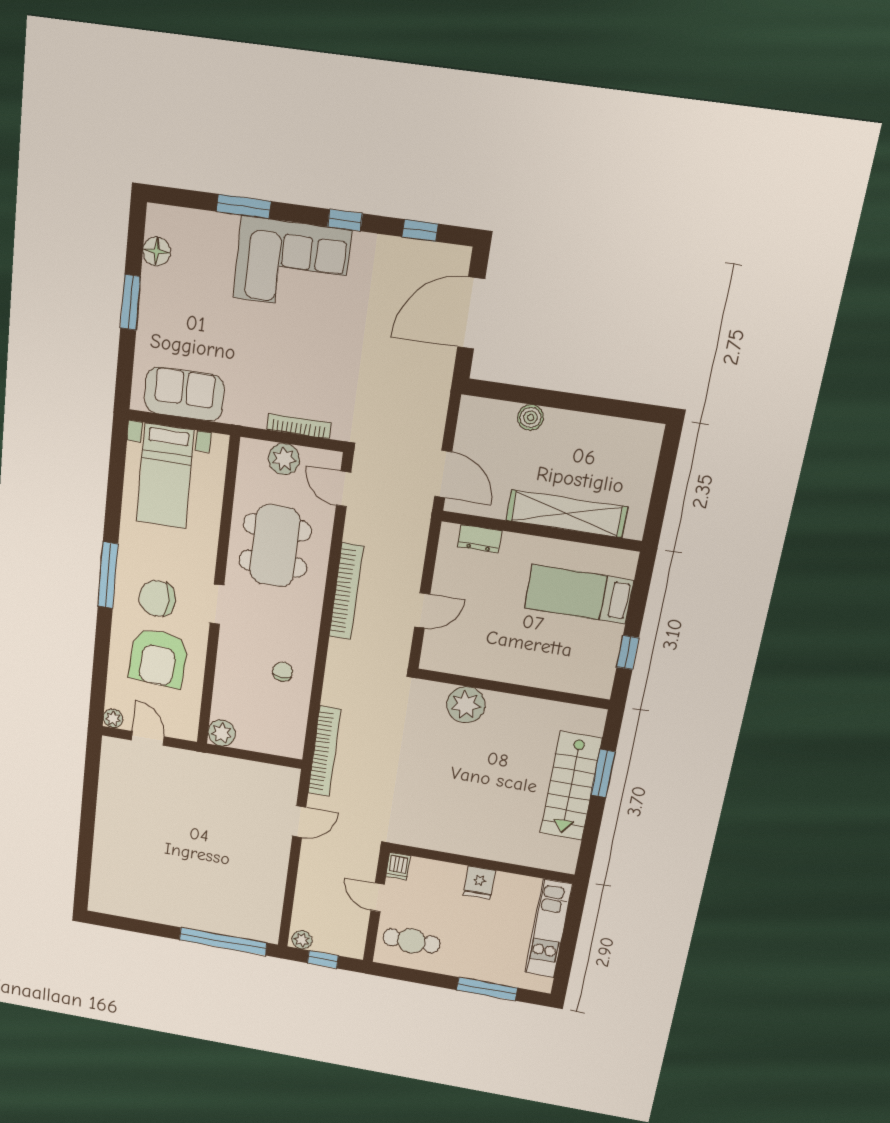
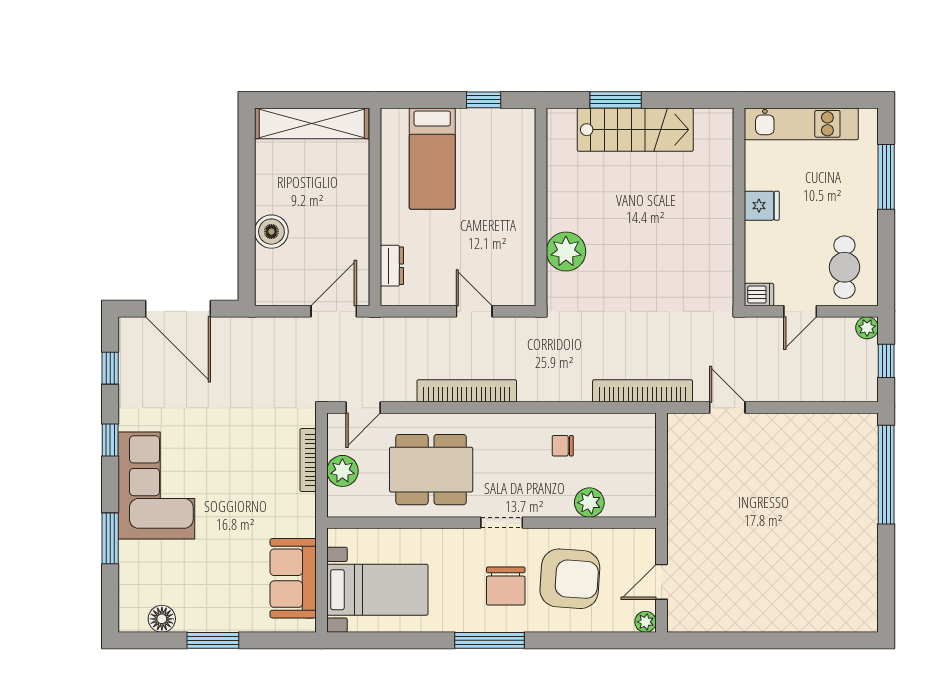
boiler: (531, 417) -> (271, 232), width x1.36, depth x1.36
shelving: (566, 514) -> (312, 123), moved, turned 90
plant: (222, 733) -> (589, 503), moved
plant: (302, 940) -> (867, 328), moved

